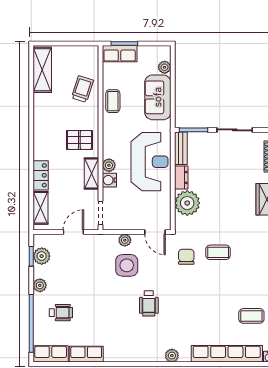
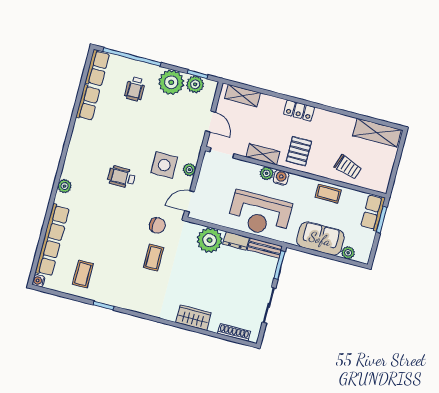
locker: (41, 175) -> (299, 111), moved
water cooler: (109, 180) -> (281, 178), moved
plant: (40, 285) -> (171, 82), width x1.88, depth x1.88

